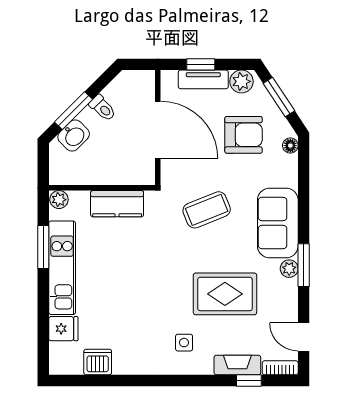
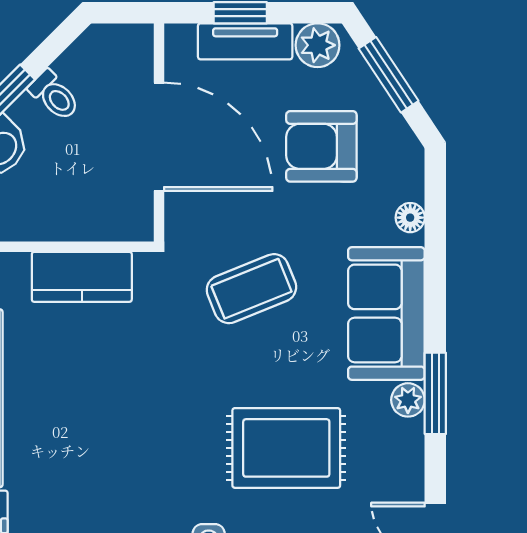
armchair: (244, 135) -> (321, 146), turned 180
floor lamp: (290, 146) -> (410, 218), moved

